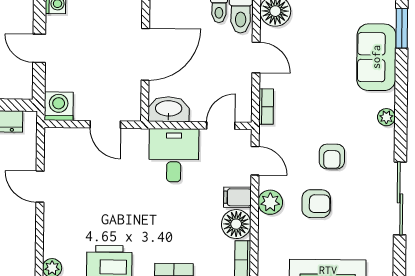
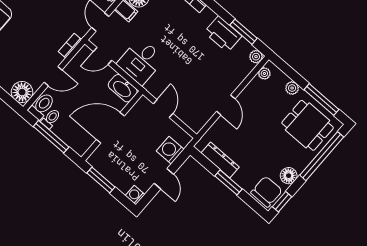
door: (256, 57) -> (53, 76), swing flipped
washing machine: (59, 106) -> (170, 150), moved, turned 90
plant: (27, 257) -> (264, 73), added

